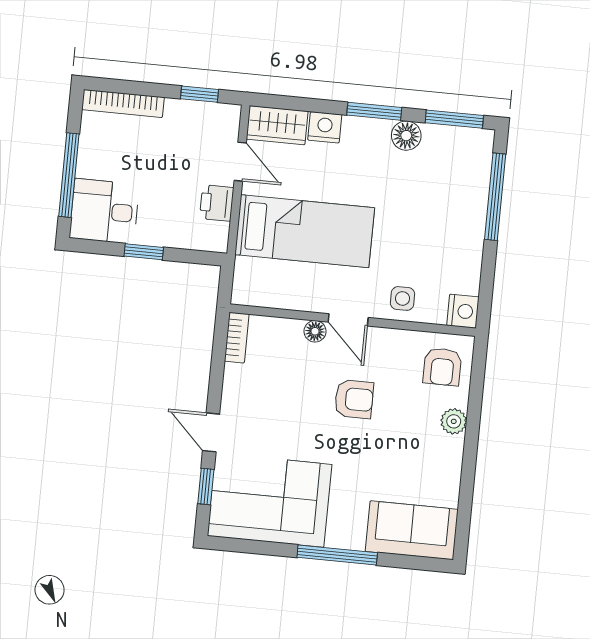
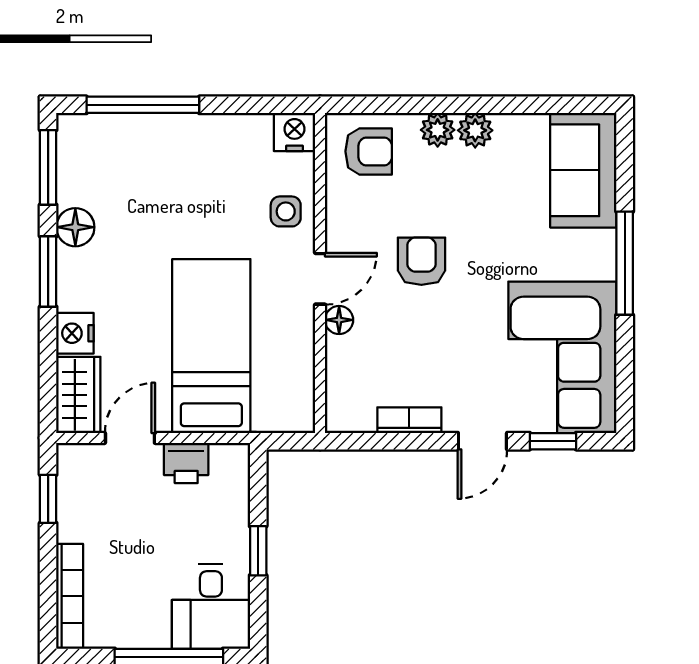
bookcase: (237, 338) -> (409, 420), moved
plant: (451, 450) -> (475, 130), added

